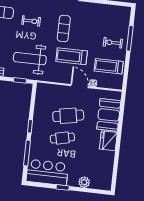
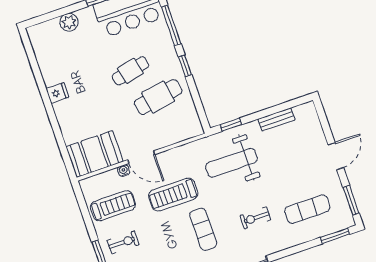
treadmill: (72, 56) -> (173, 195), turned 180
weight bench: (30, 59) -> (231, 163), turned 180
booth: (109, 115) -> (94, 154), moved, turned 90
cafe table: (68, 116) -> (158, 97), moved
fridge: (108, 141) -> (57, 93), width x0.53, depth x0.75

